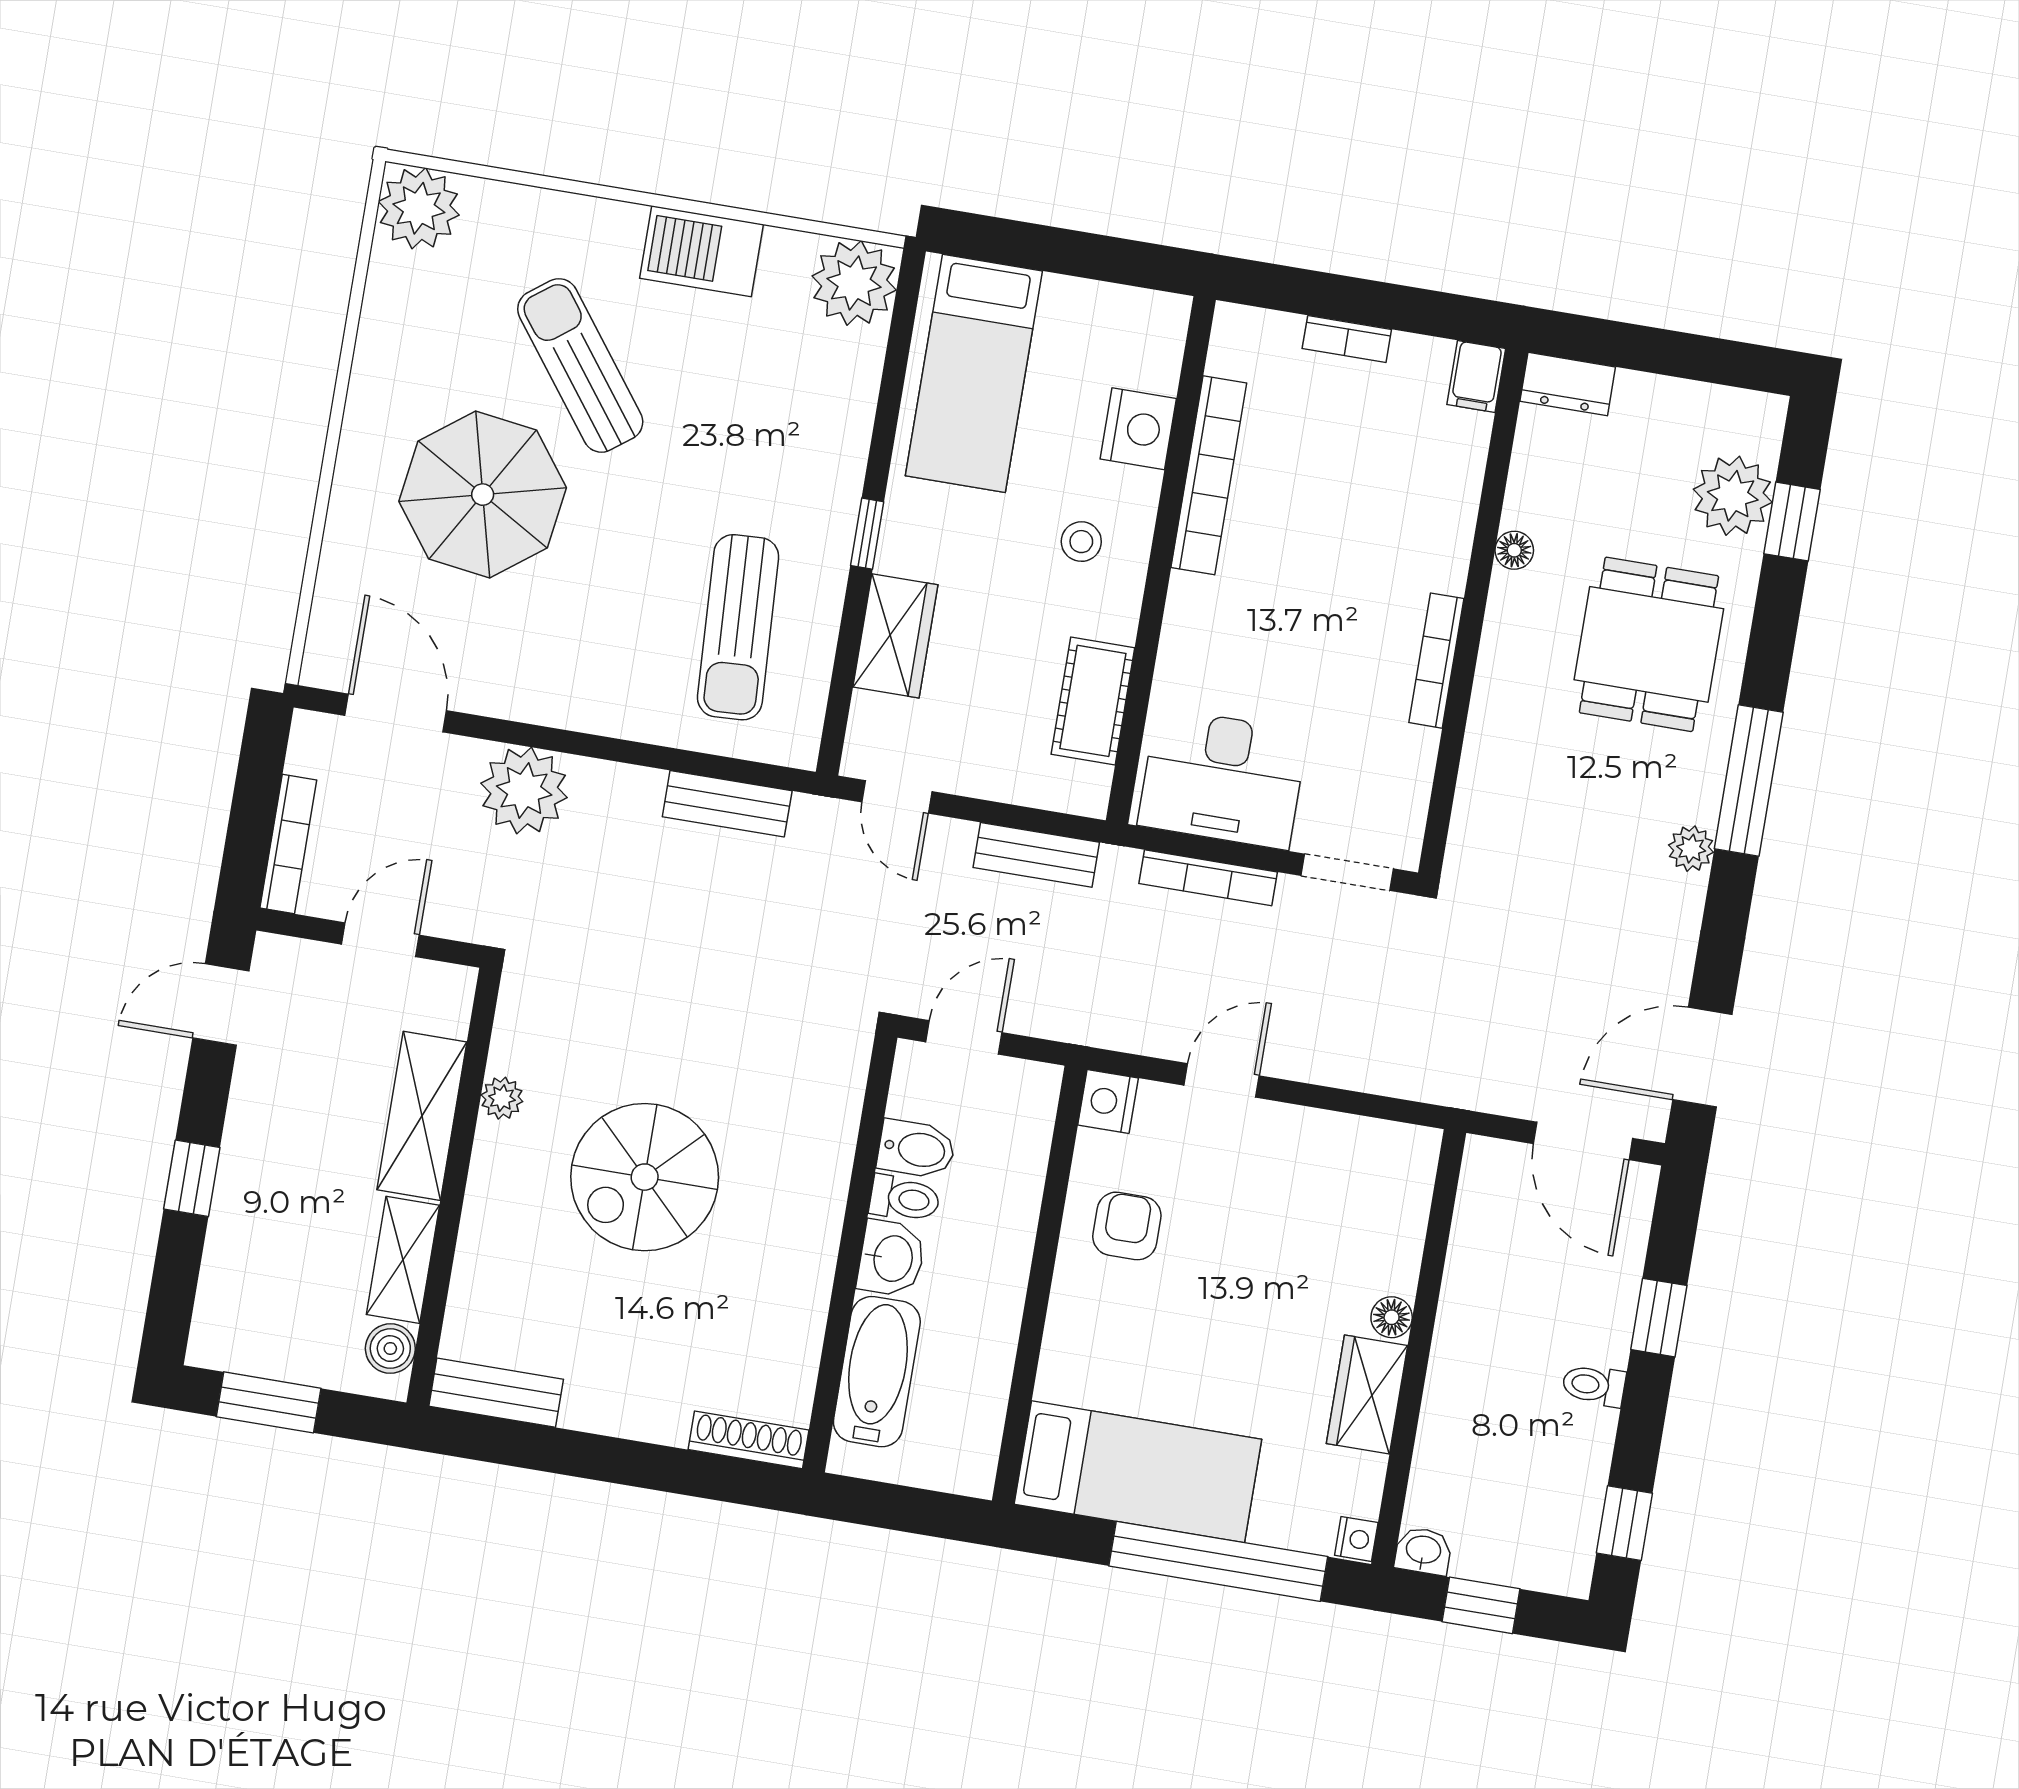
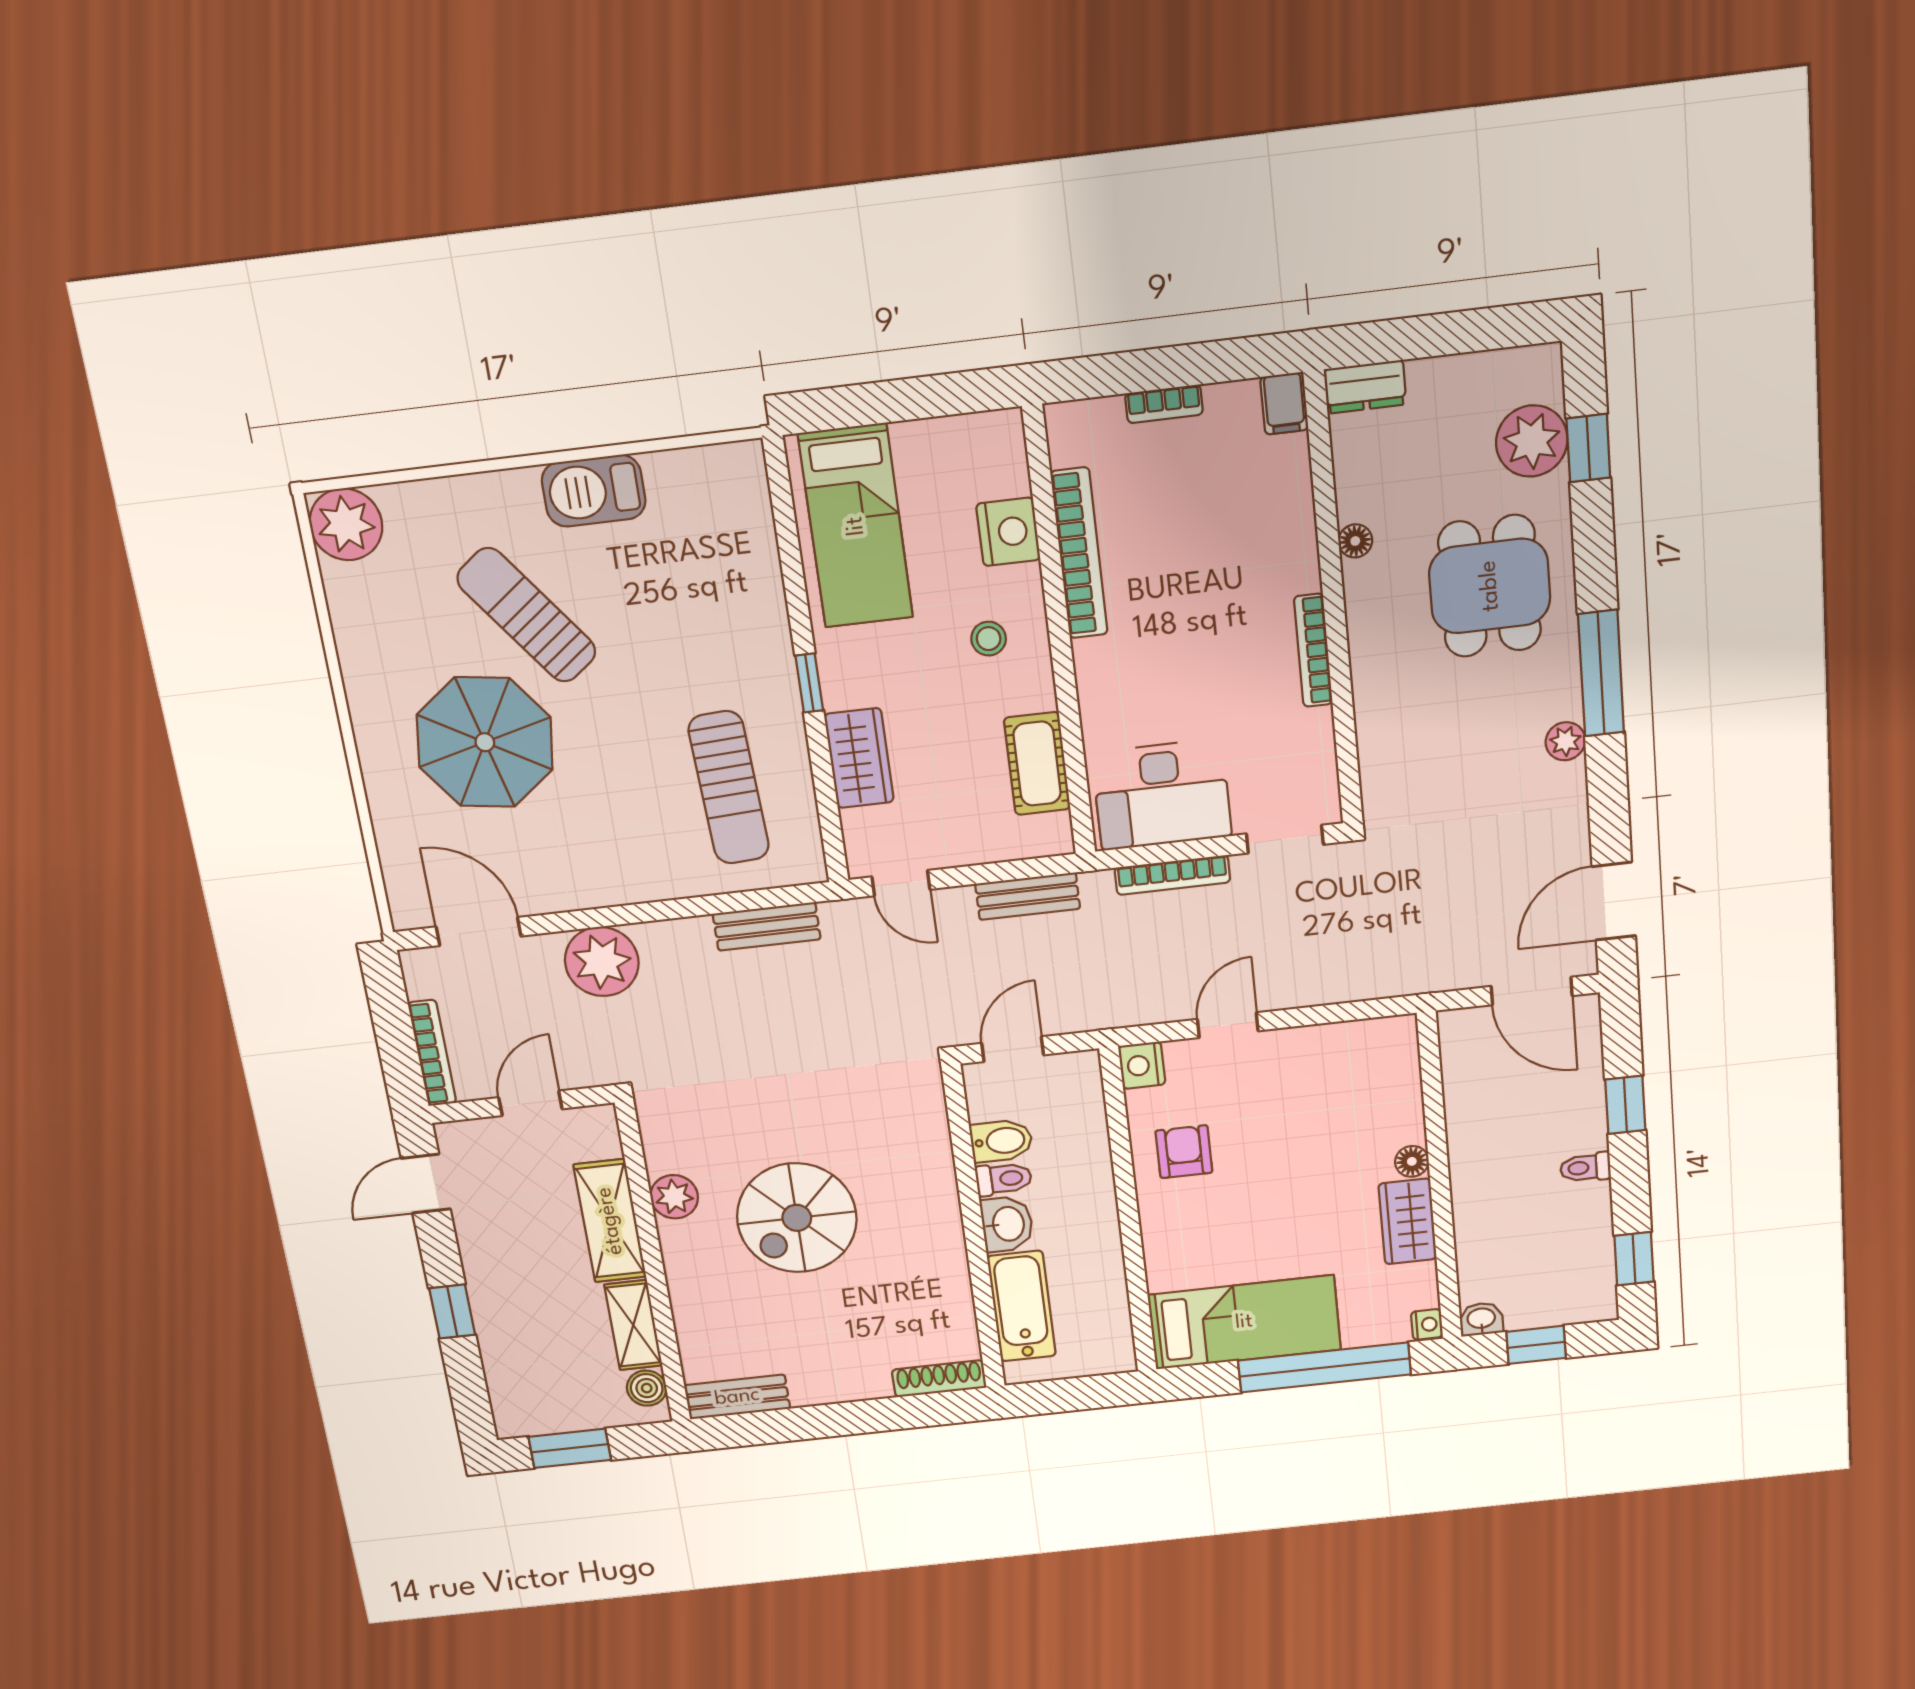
plant: (854, 283) -> (731, 480), removed
plant: (502, 1098) -> (674, 1197), width x1.38, depth x1.38

